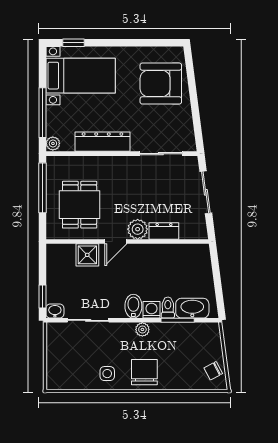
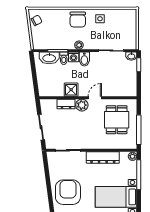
armchair: (161, 84) -> (68, 192), turned -90
shower: (87, 255) -> (71, 90), moved

